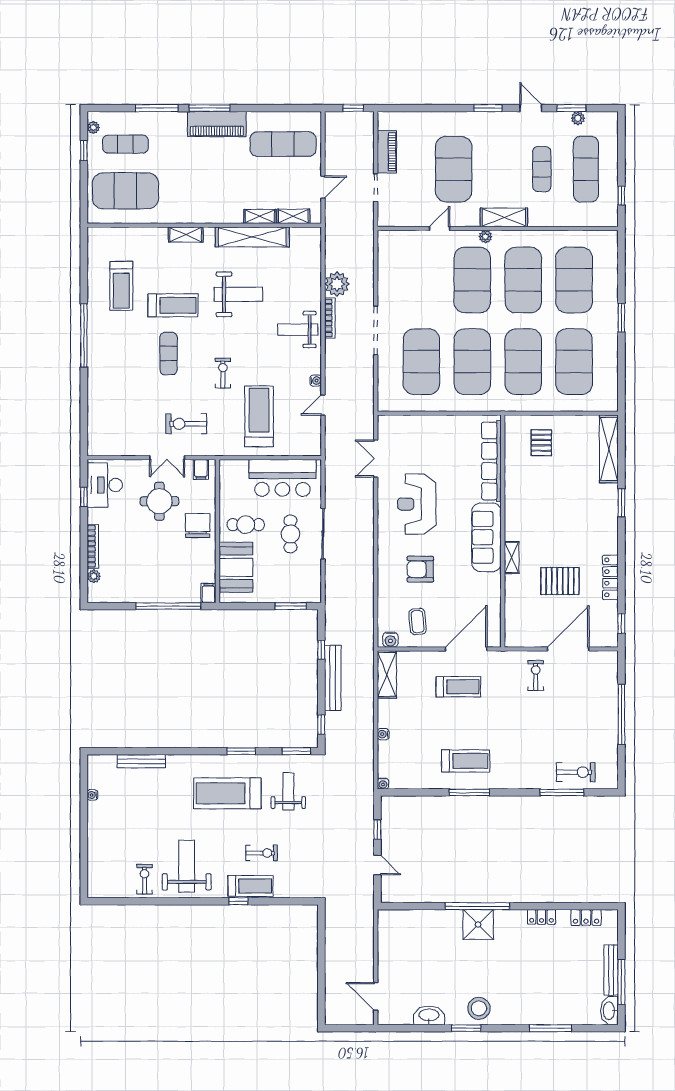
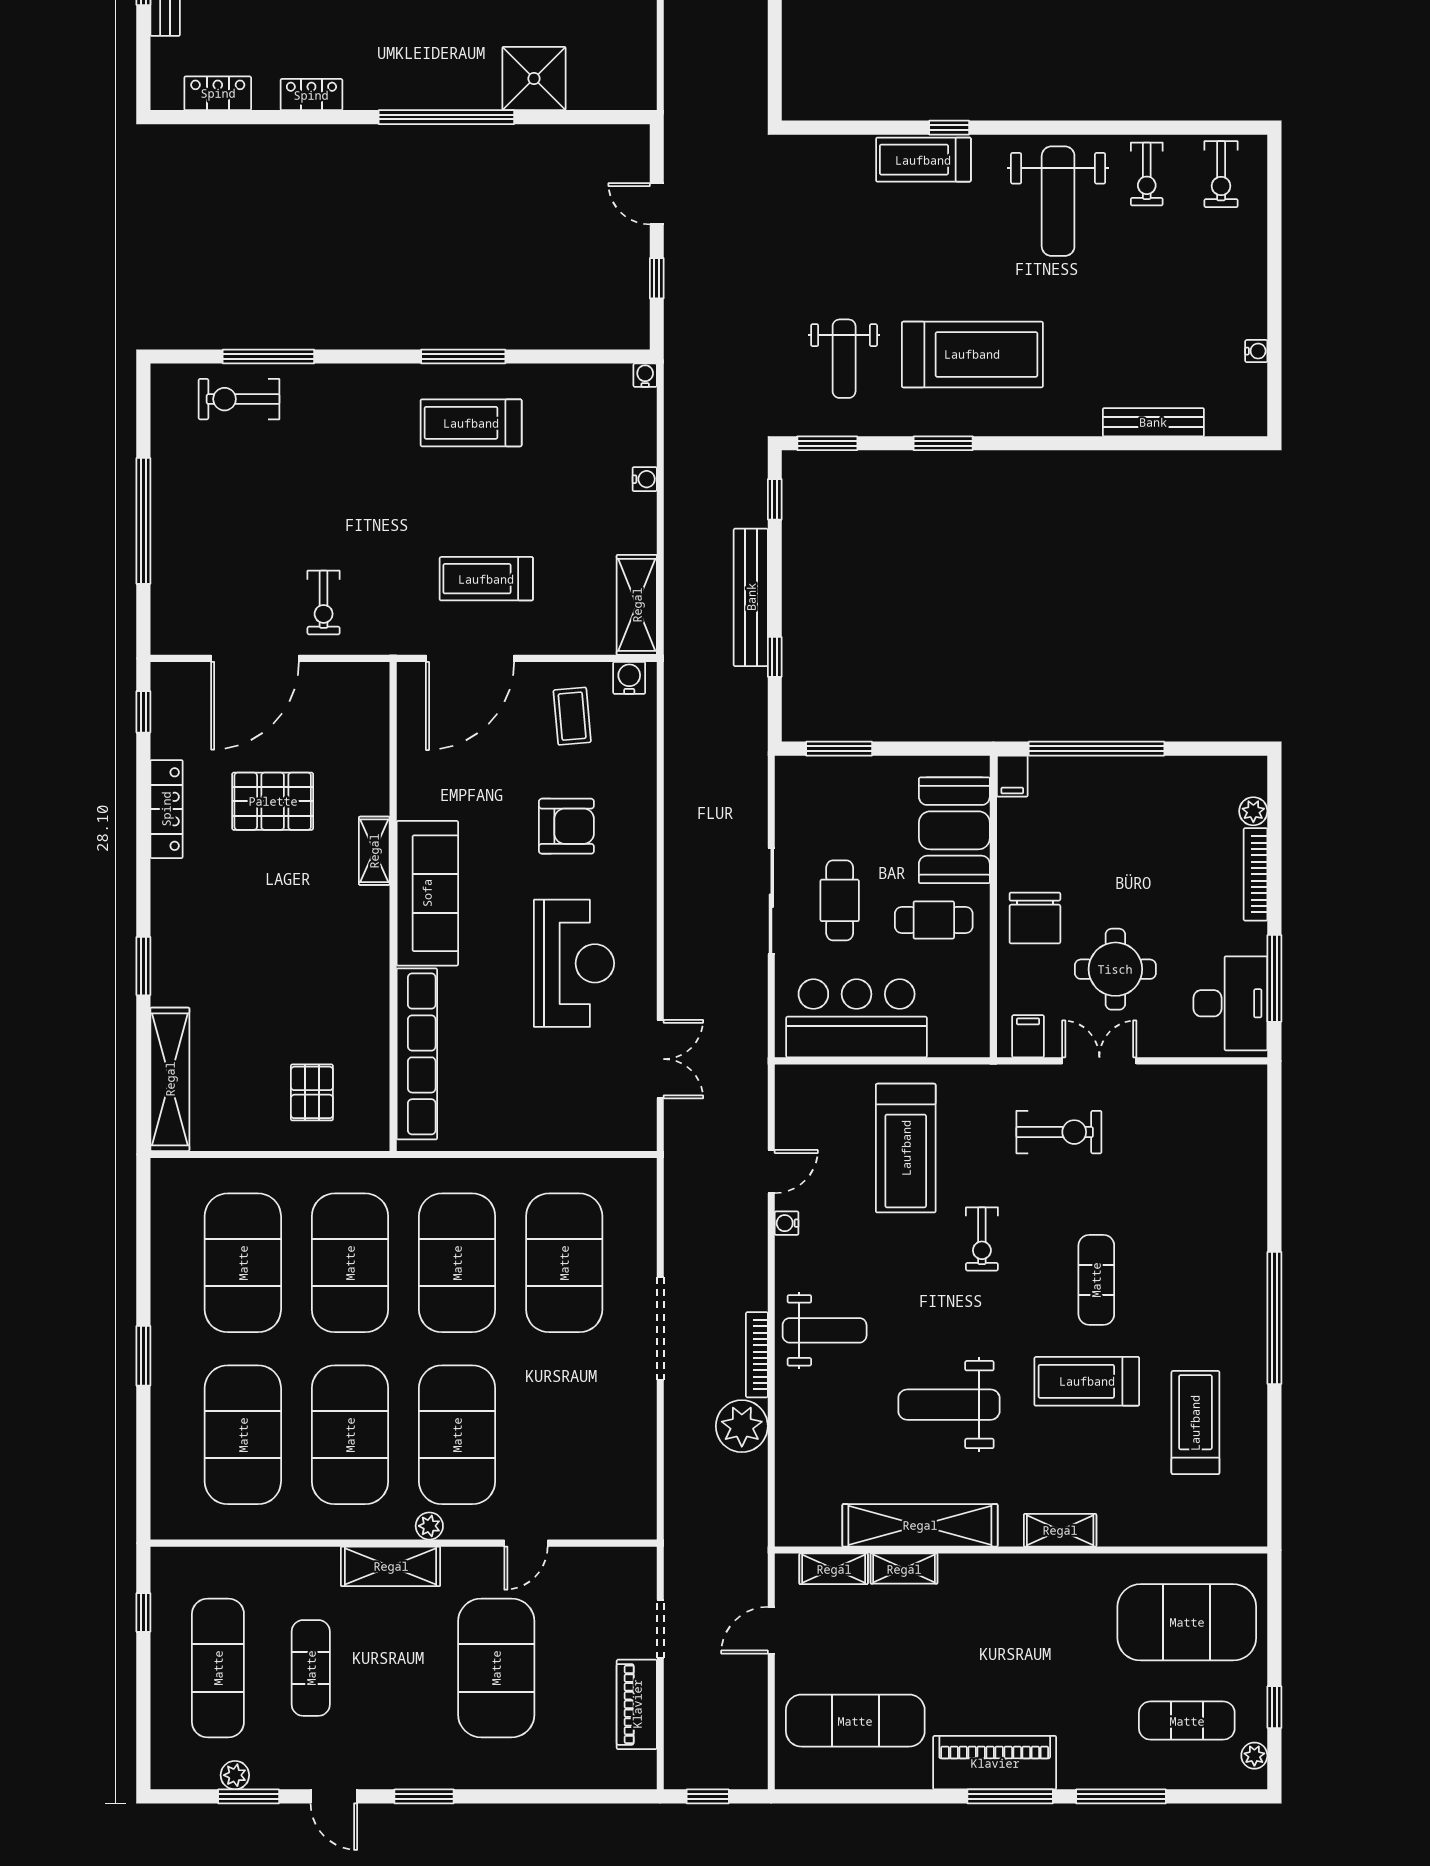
window: (84, 497) -> (1274, 978), width x2.17
exercise bike: (262, 853) -> (1221, 174), moved, turned -90
shower: (478, 925) -> (534, 79), moved

